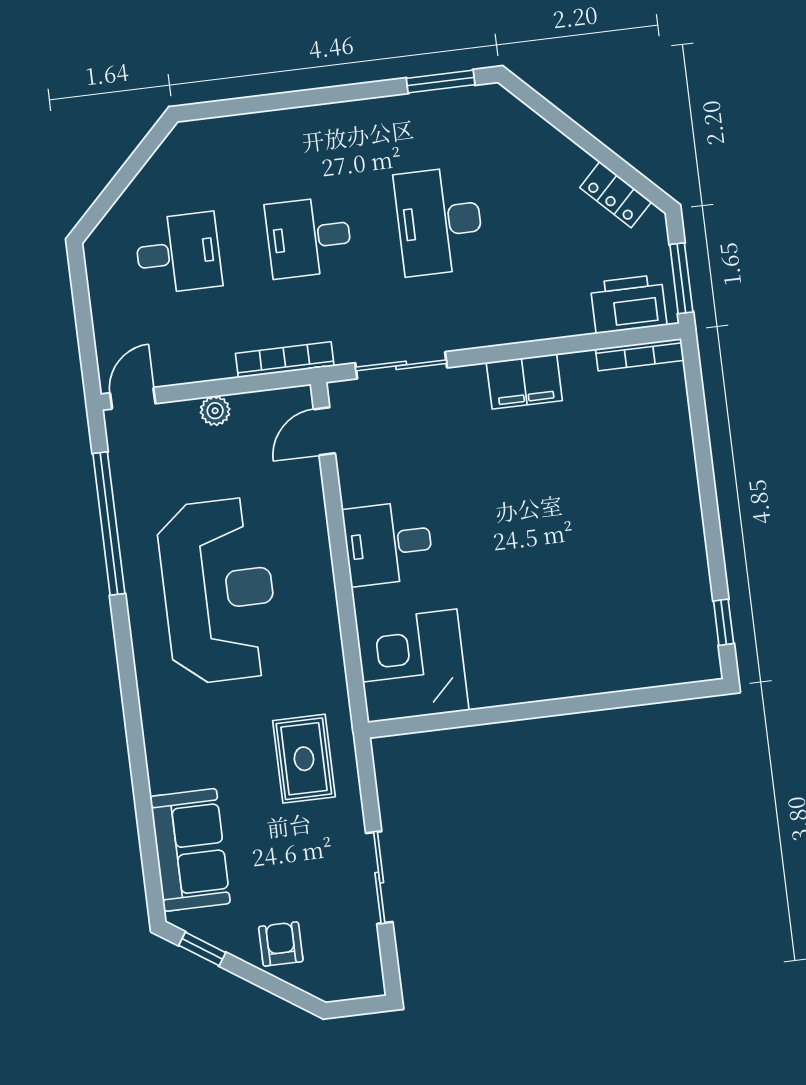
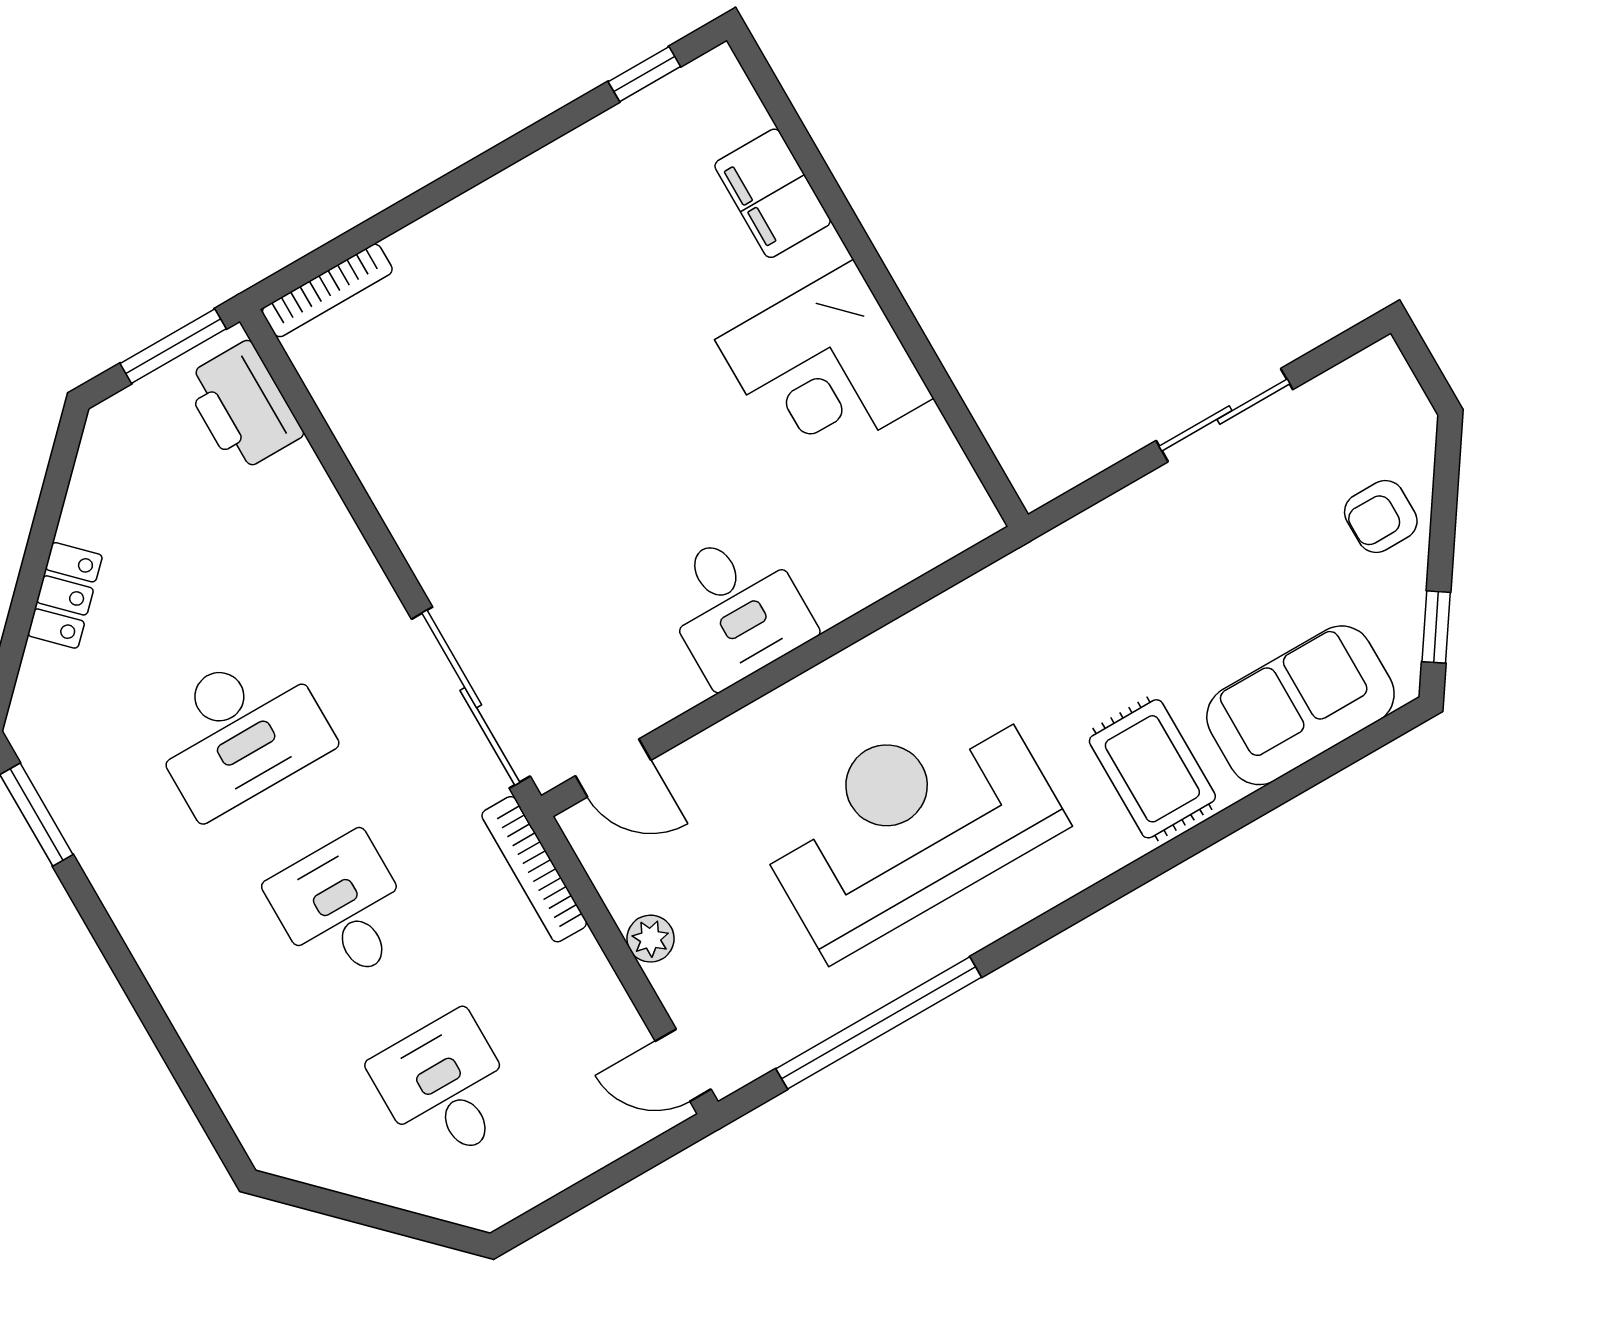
locker: (616, 195) -> (65, 595), moved
desk: (309, 237) -> (342, 910), turned 180
bookcase: (640, 355) -> (327, 290), moved, turned 90
sliding door: (401, 365) -> (471, 698), width x1.37
filing cabinet: (524, 381) -> (773, 193), moved, turned 180
corner desk: (412, 666) -> (824, 369), moved
rug: (304, 759) -> (1152, 769), moved, turned 90

